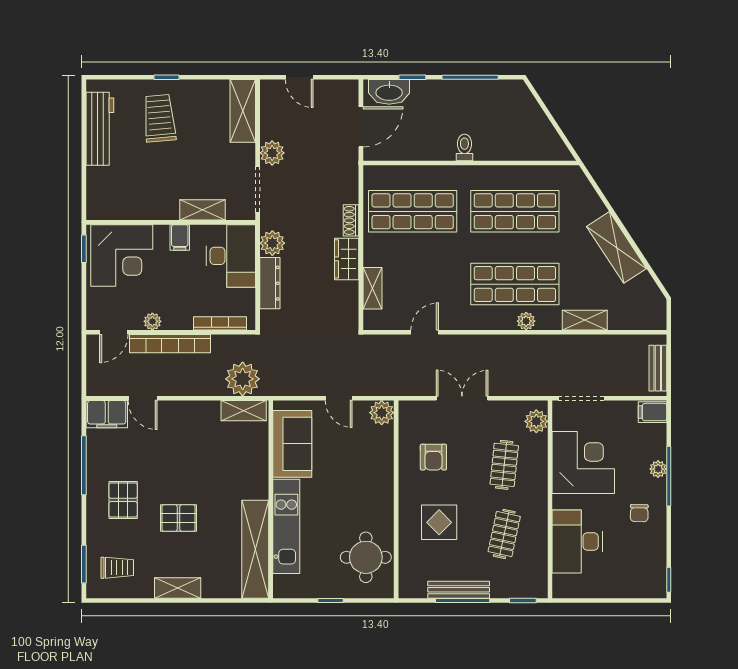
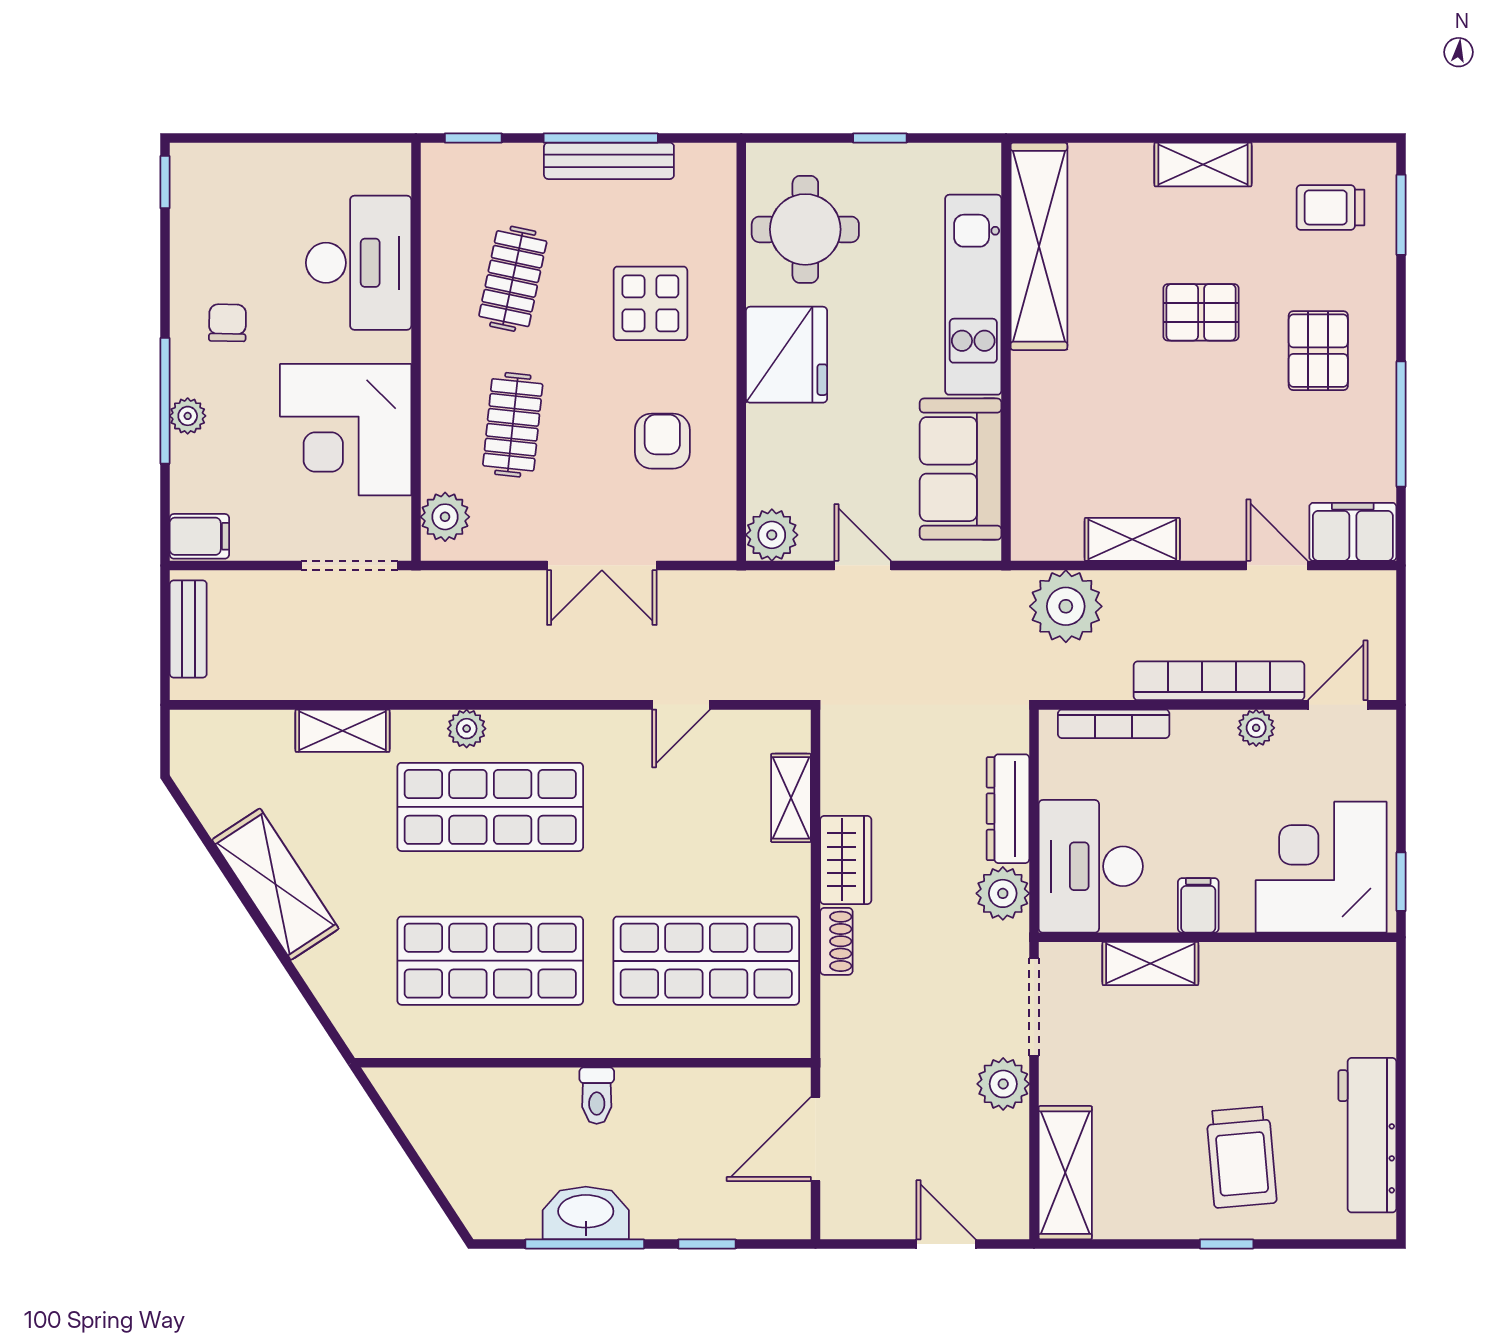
washbasin: (389, 92) -> (586, 1213), moved
shelving: (244, 411) -> (1132, 539), moved
fridge: (375, 498) -> (786, 355), added

